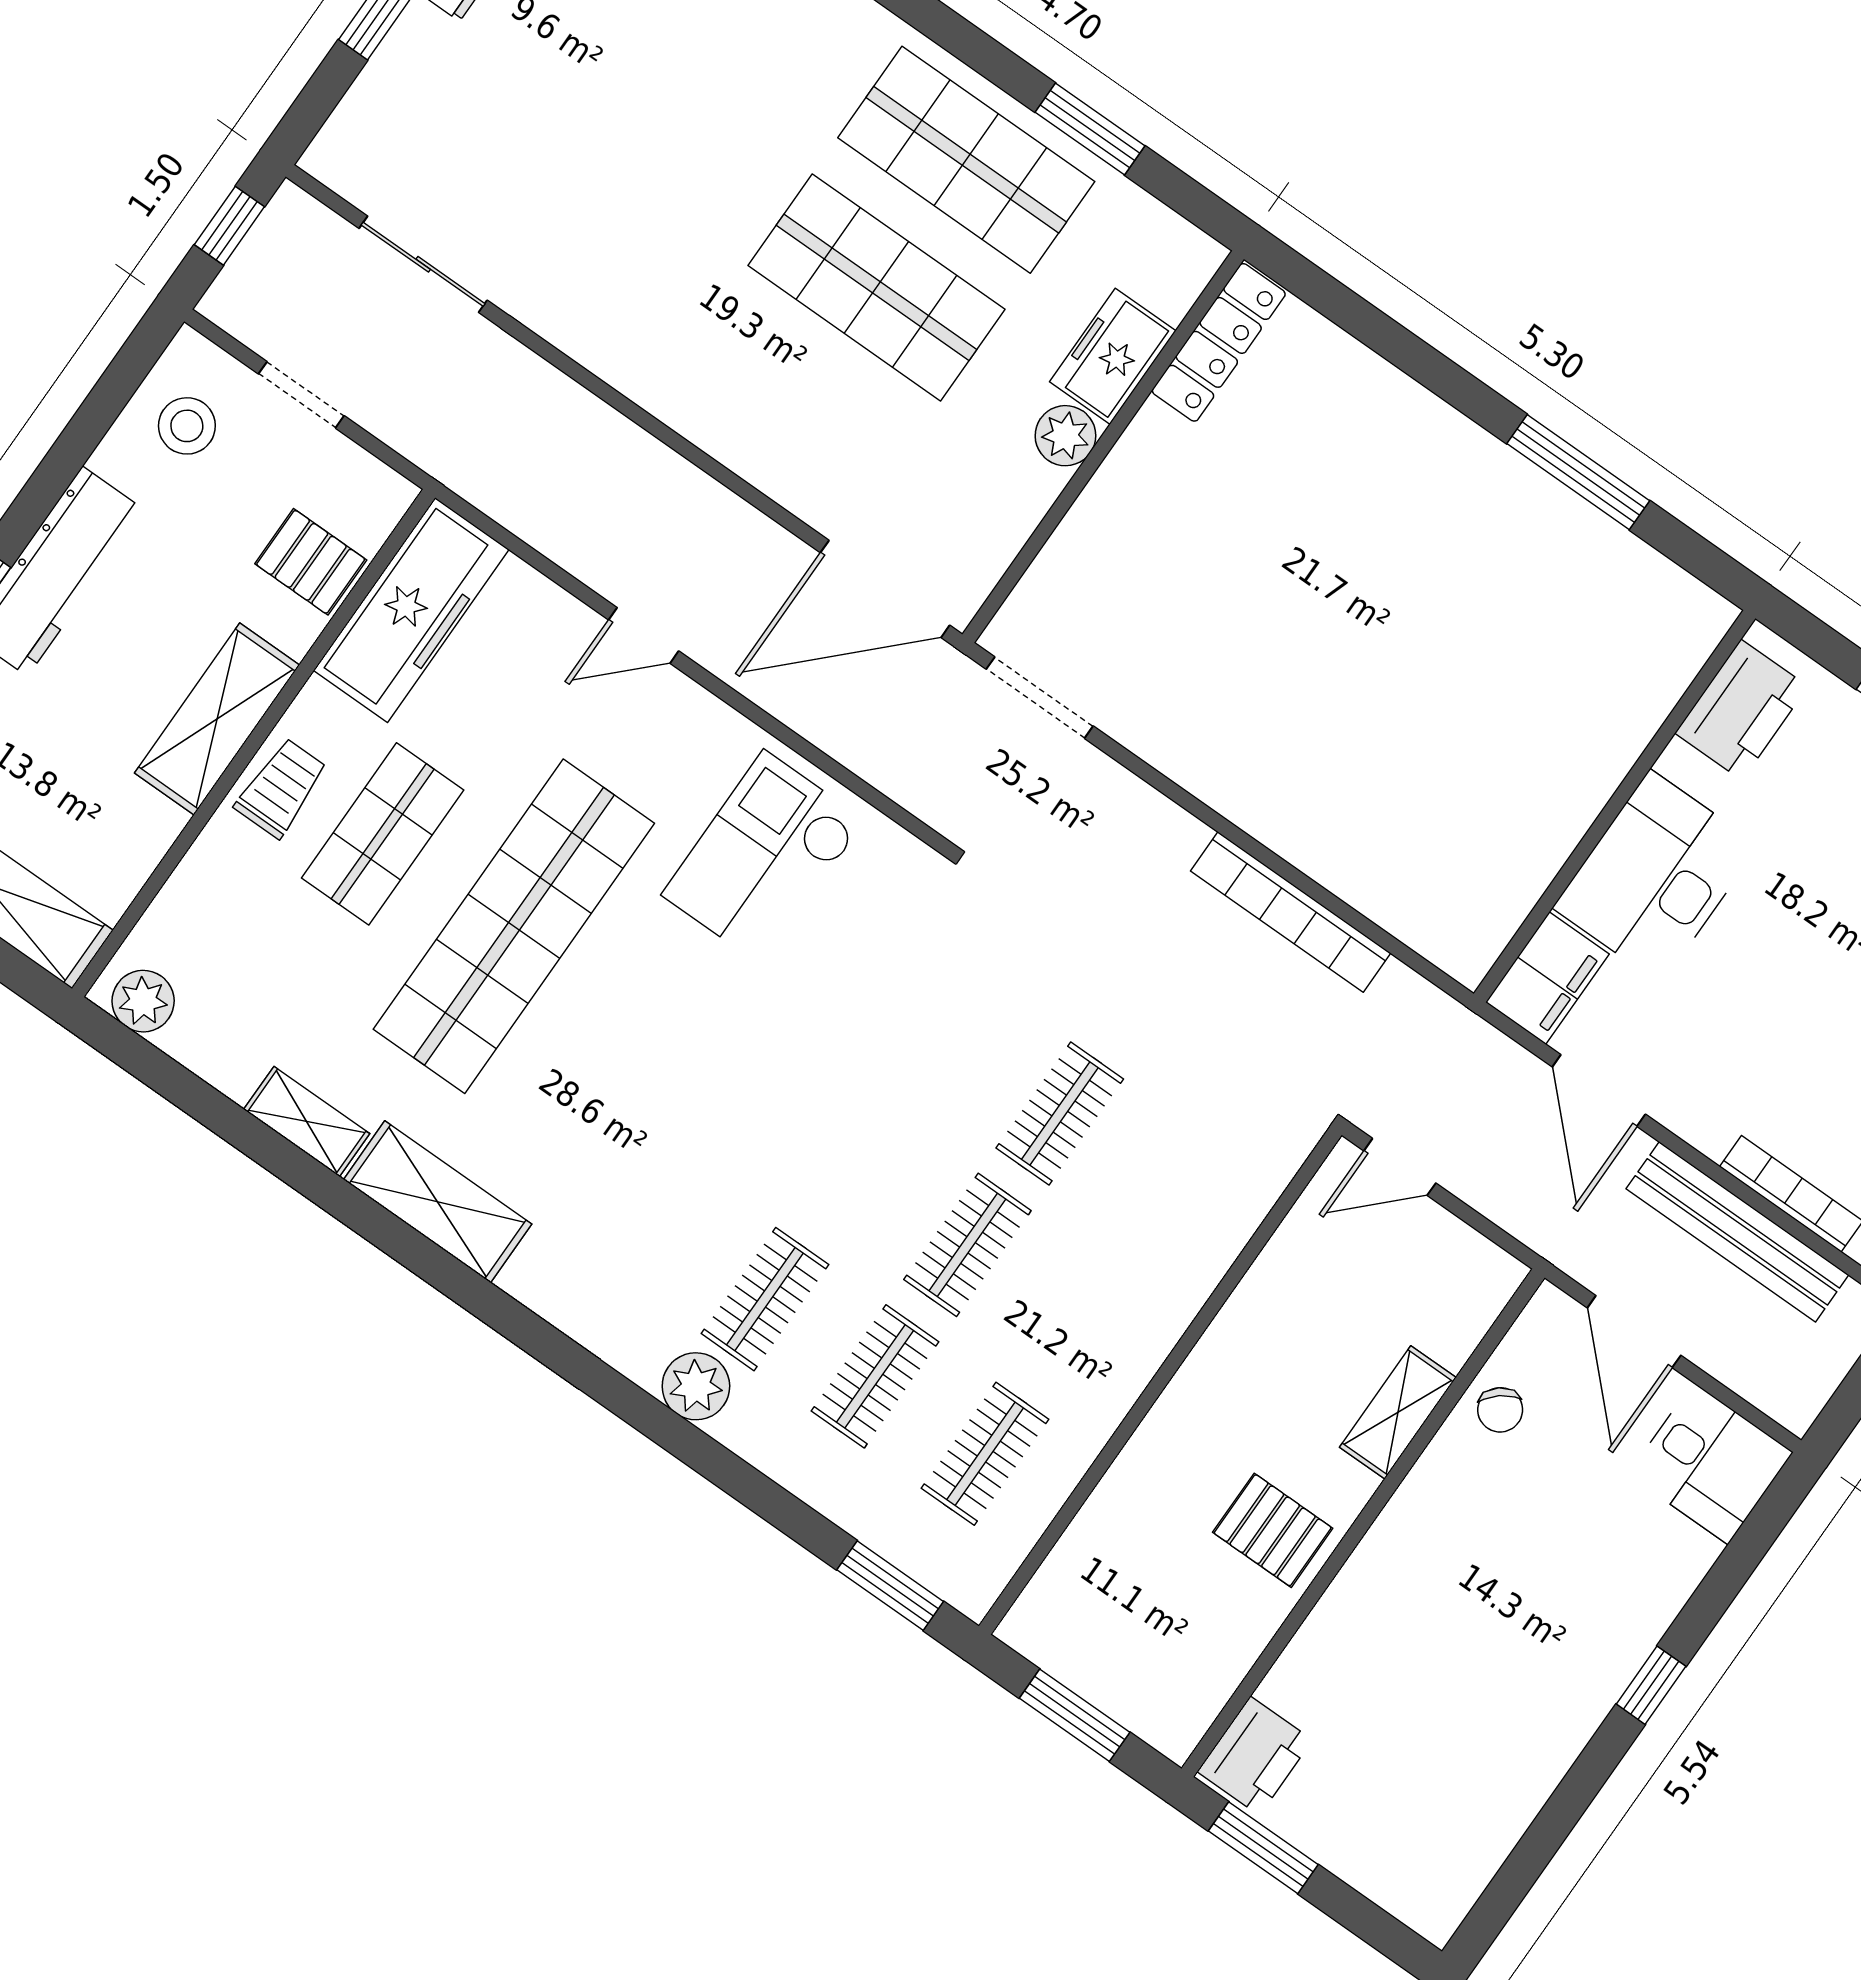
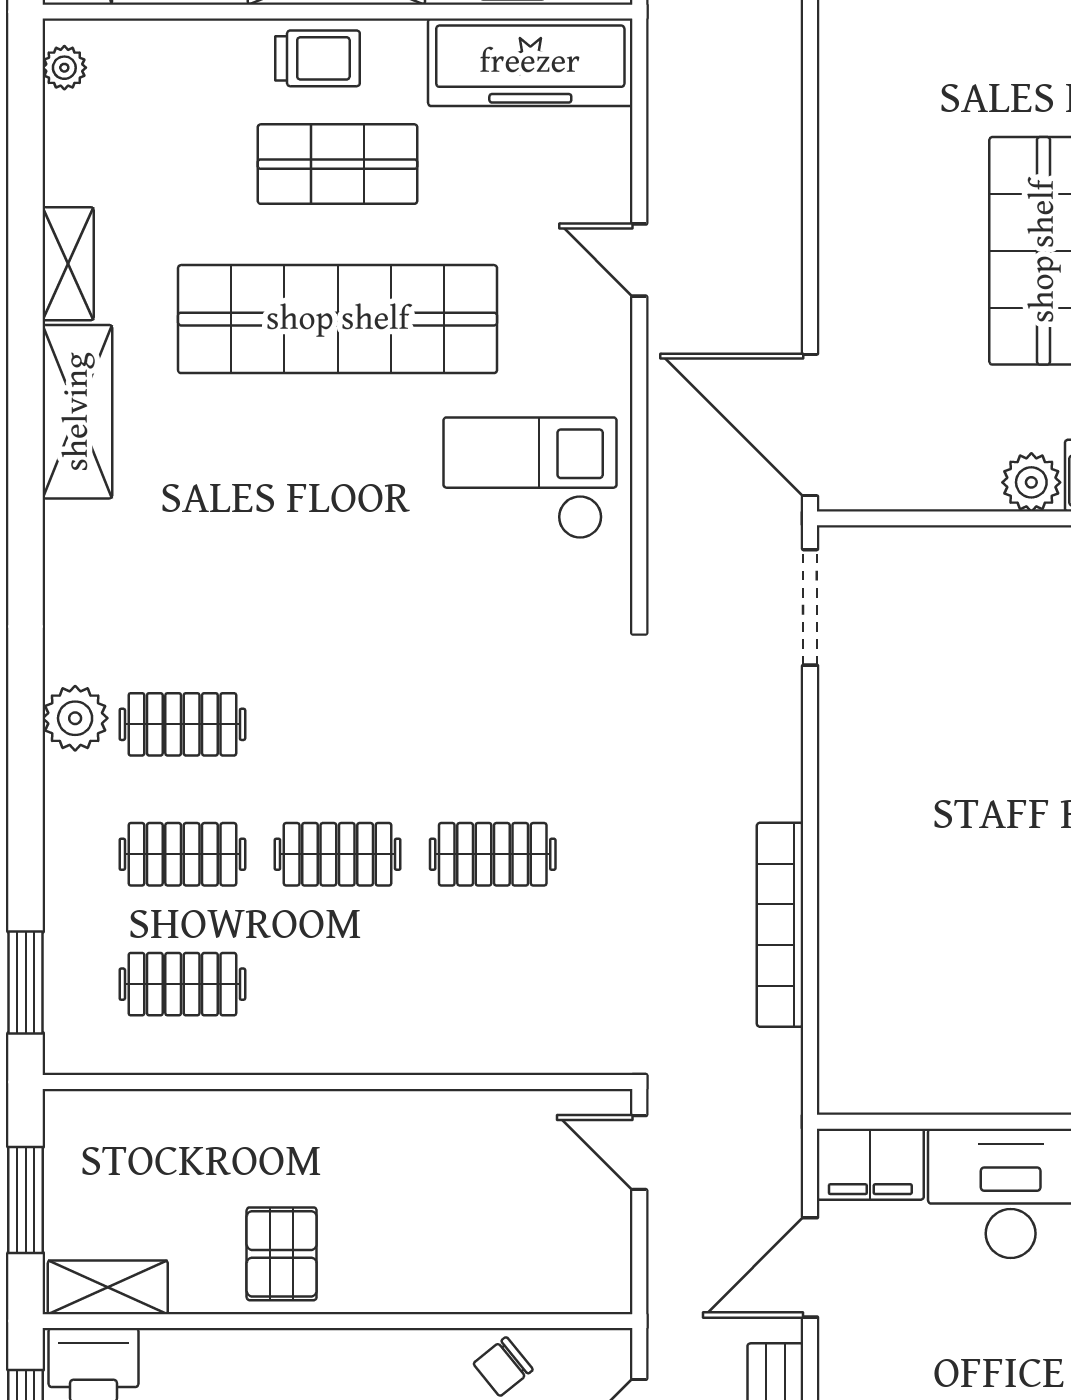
plant: (143, 1001) -> (64, 68), width x0.73, depth x0.73
shelving: (1398, 1412) -> (108, 1287), moved

